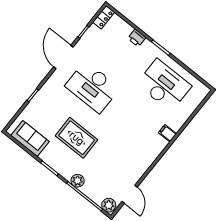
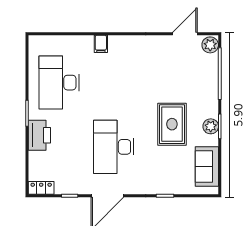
printer: (137, 38) -> (39, 135), width x1.87, depth x1.48
desk: (92, 87) -> (114, 147), turned 180
plant: (78, 181) -> (211, 126), moved

